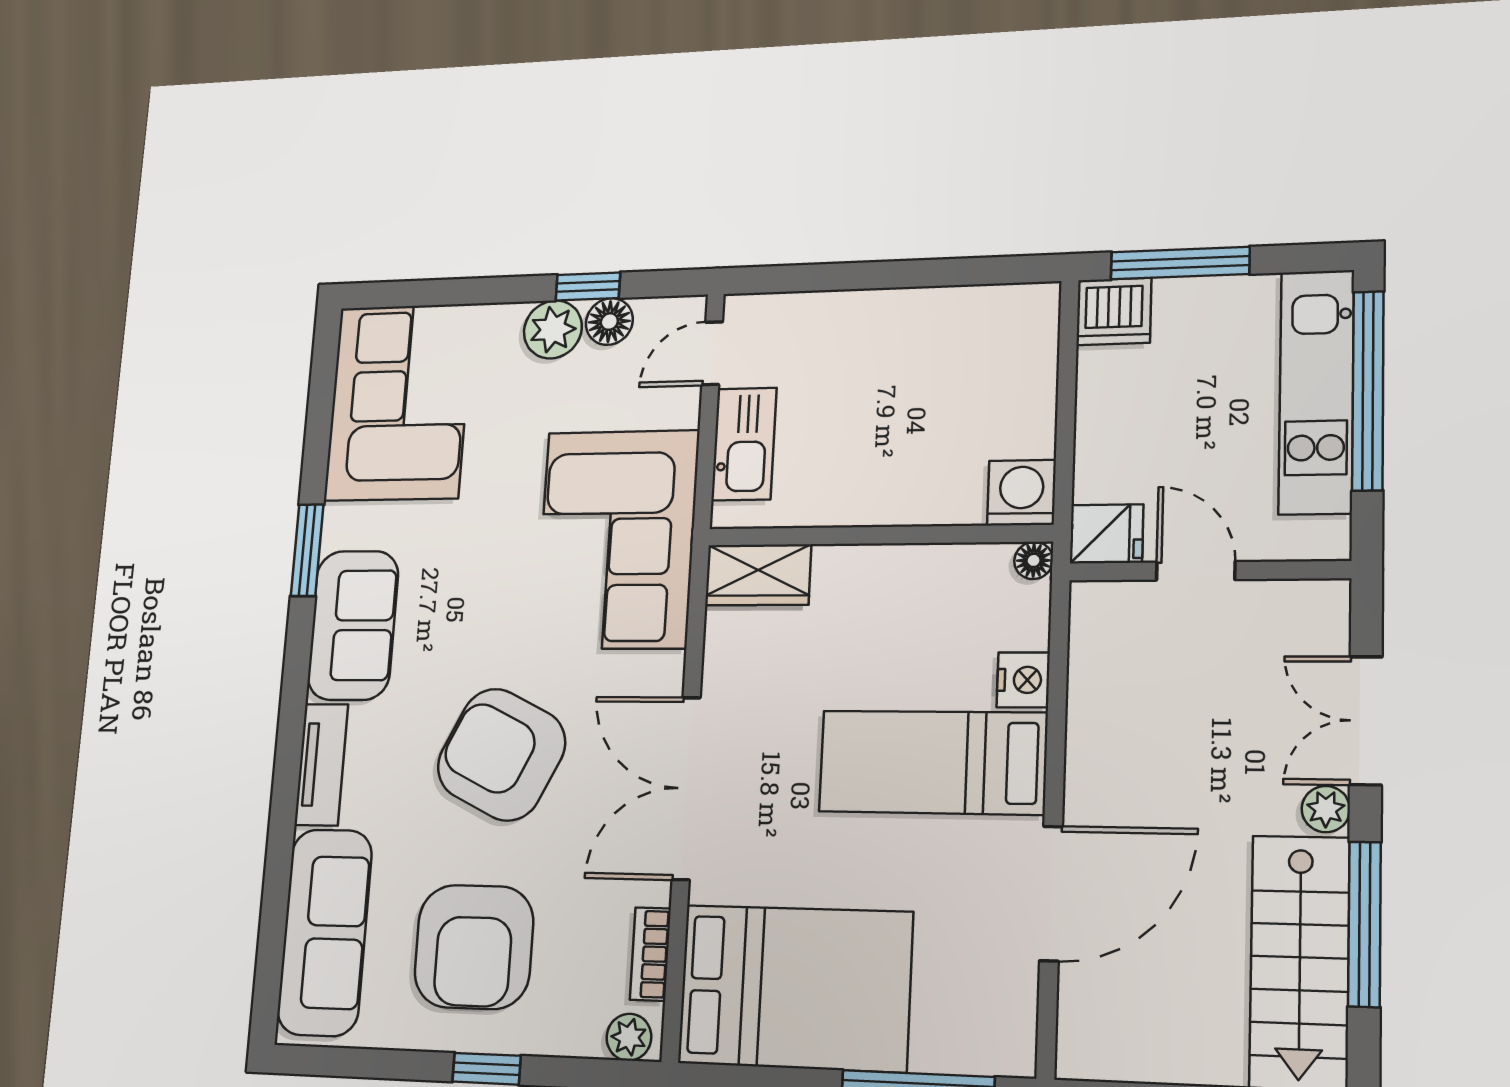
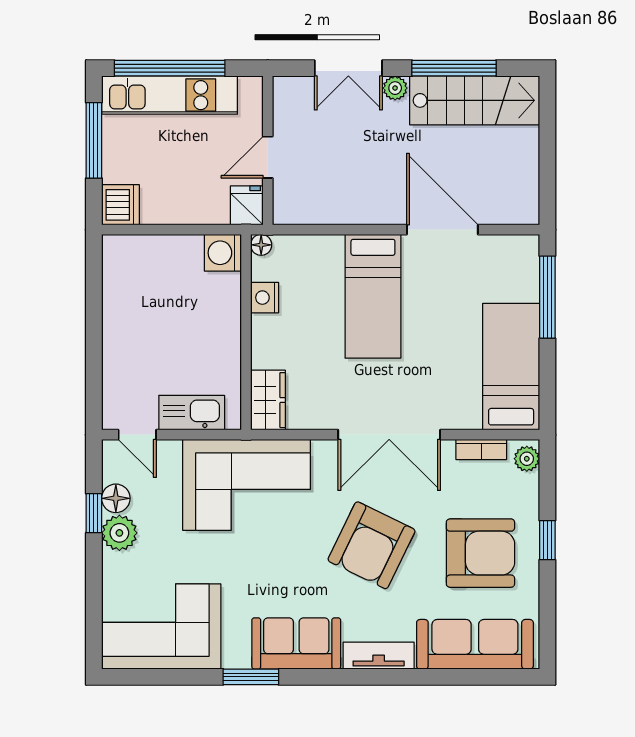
window: (1180, 263) -> (94, 140), moved
nightstand: (1023, 680) -> (265, 298), moved, turned -90
bed: (795, 988) -> (511, 367), width x0.67

